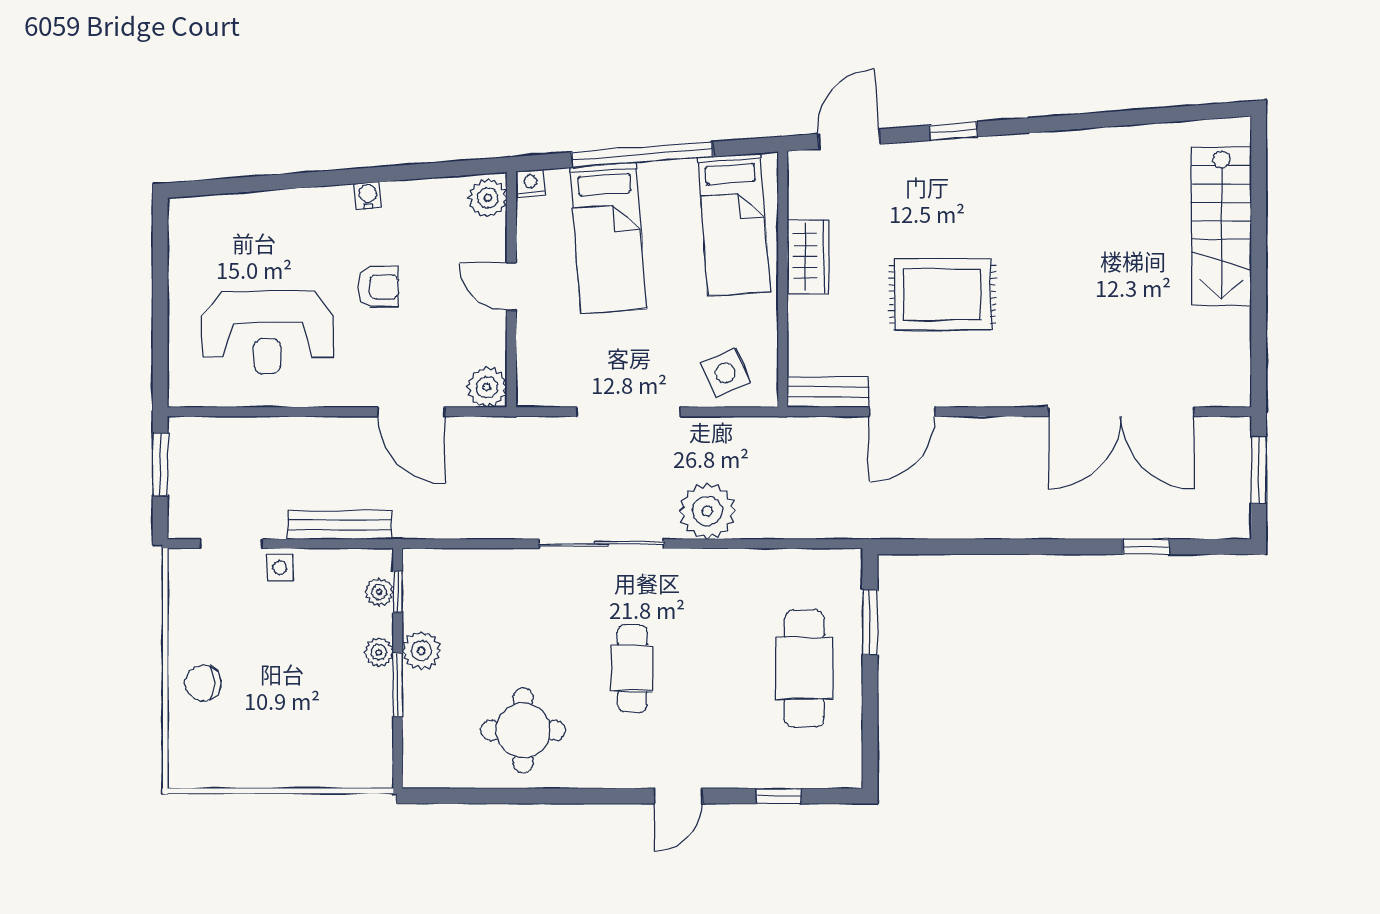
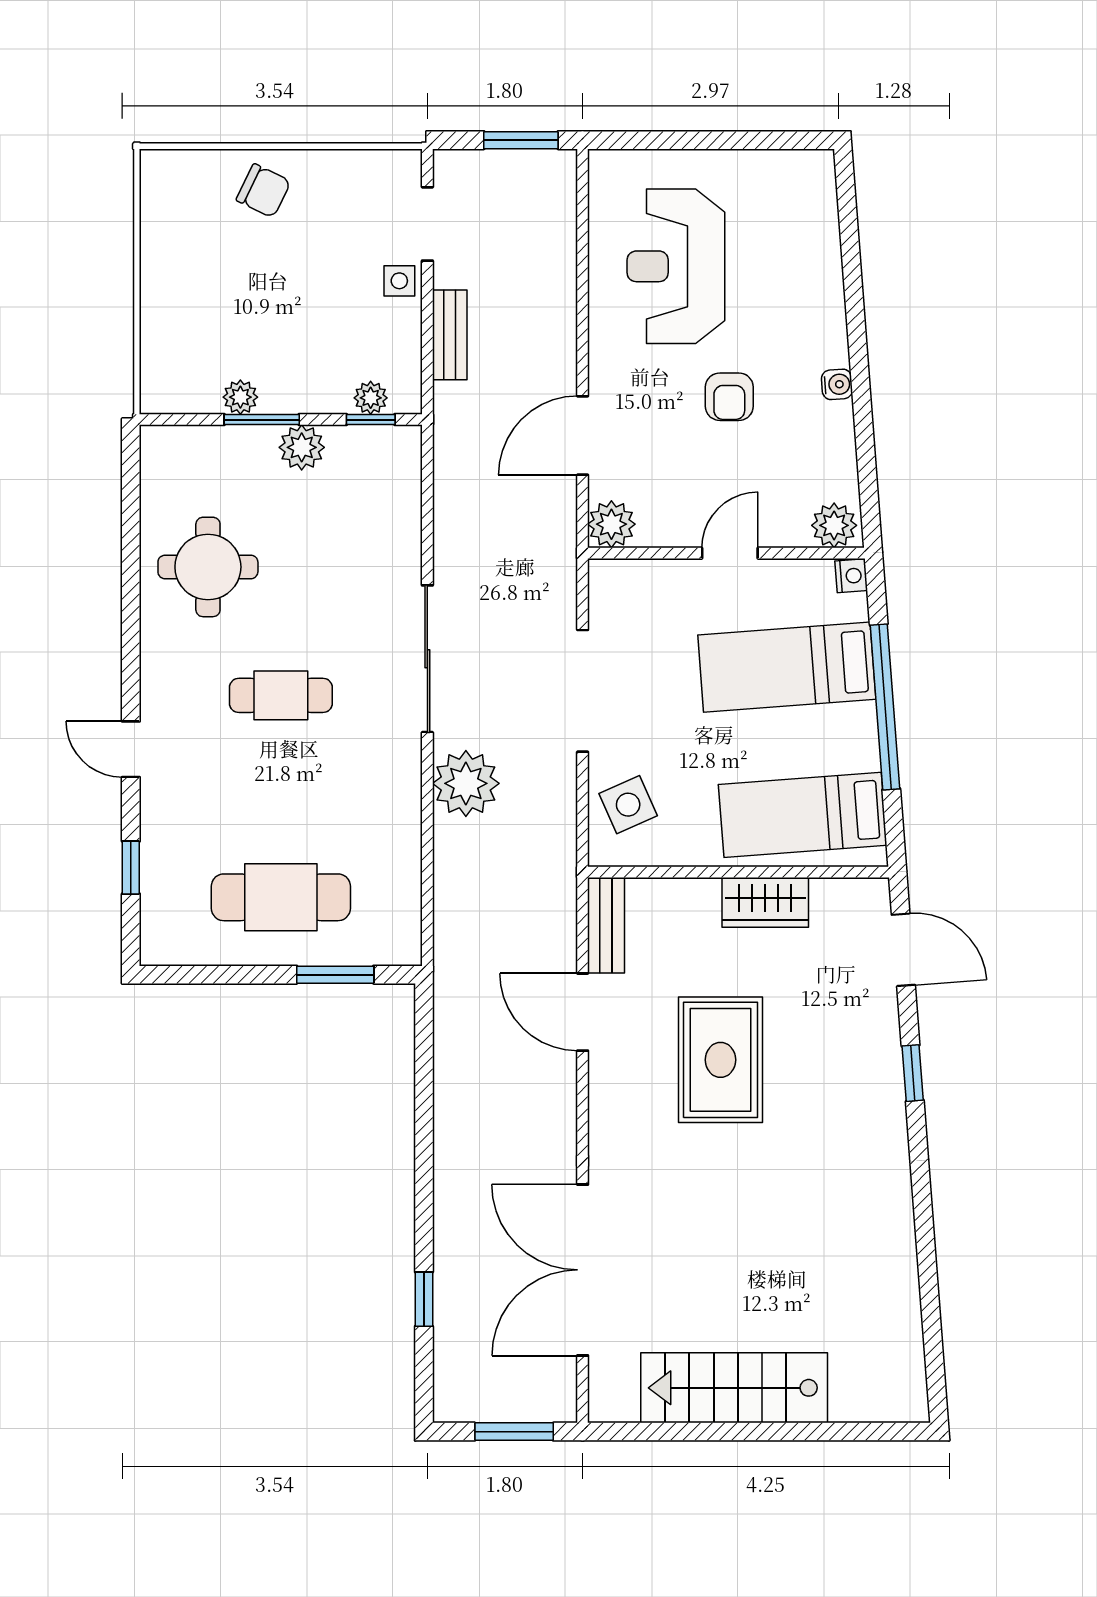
stairs: (1221, 226) -> (734, 1388), moved
bench: (340, 525) -> (450, 335), width x0.73
plant: (379, 652) -> (240, 397), moved
chair: (203, 683) -> (263, 191), turned 116

